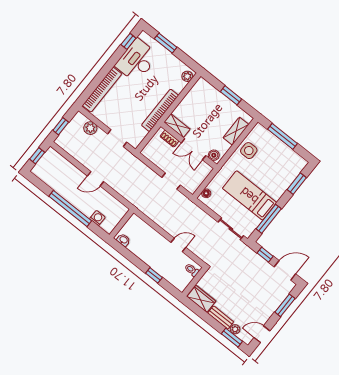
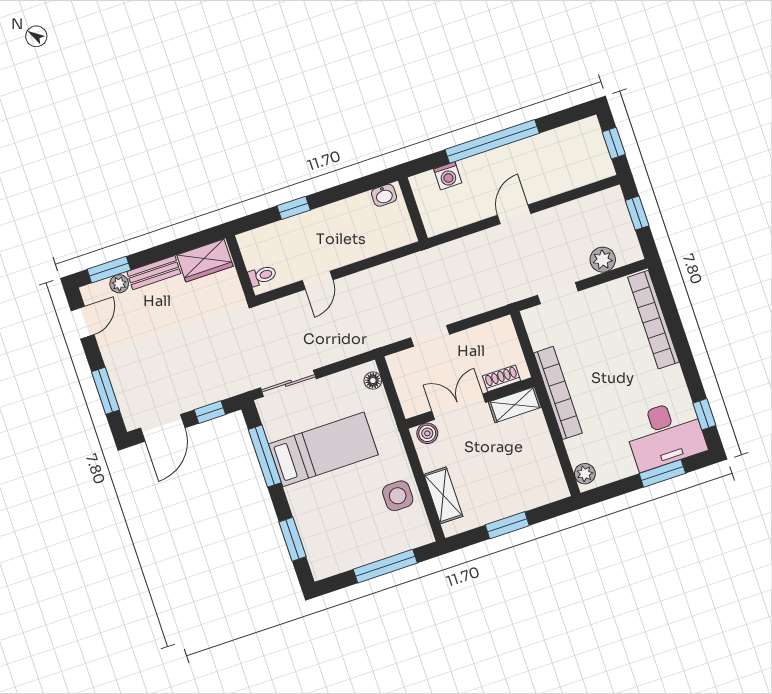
desk: (137, 60) -> (665, 435), moved, turned 90

